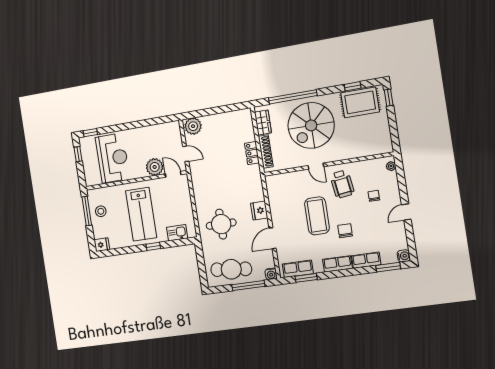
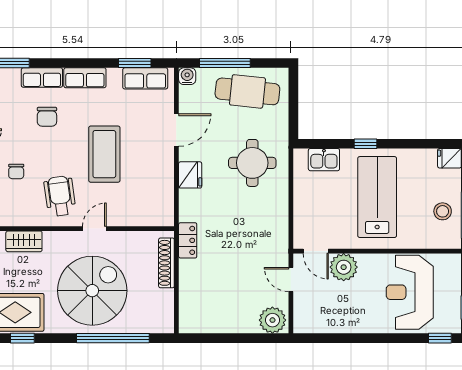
wardrobe: (263, 122) -> (24, 241), moved, turned -90
locker: (252, 153) -> (188, 240), moved
door: (316, 166) -> (94, 229), hinge flipped
chair: (345, 231) -> (47, 117), moved

